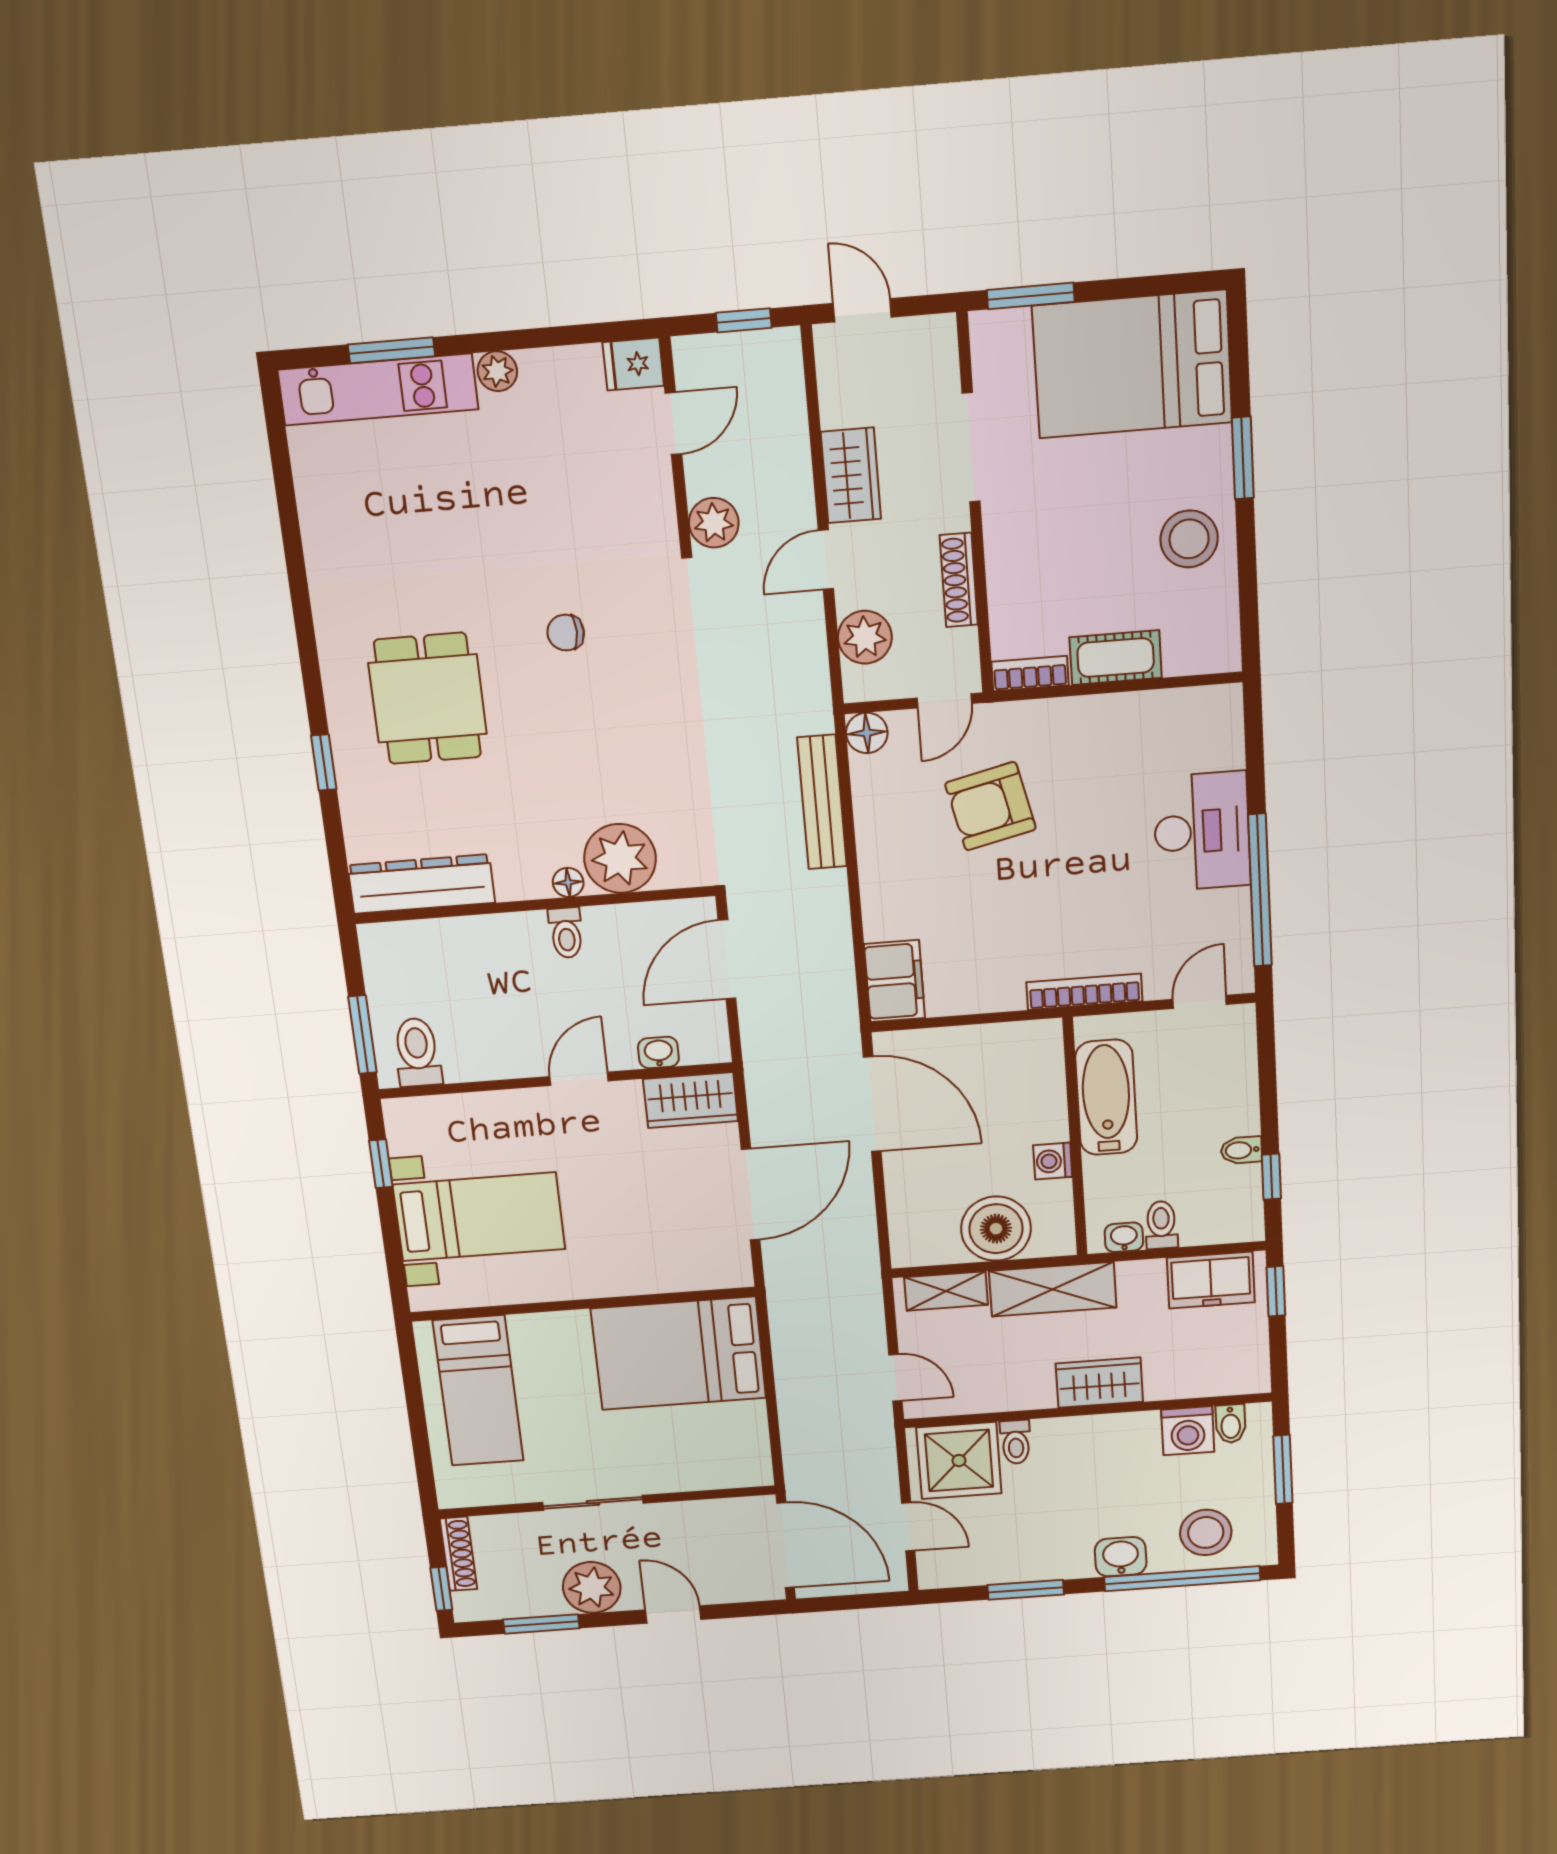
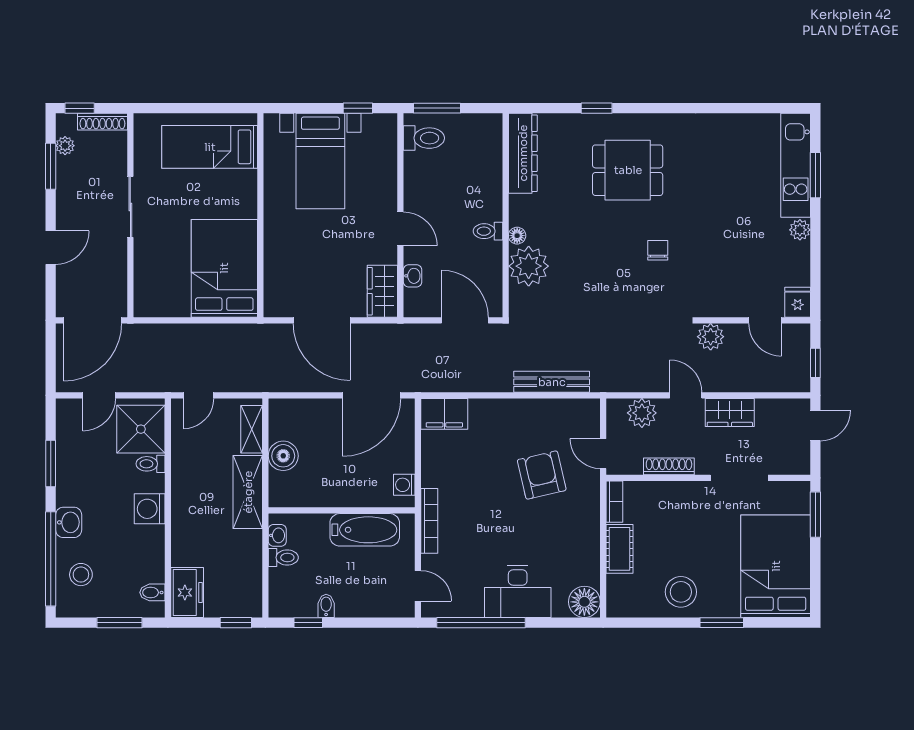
floor lamp: (867, 733) -> (584, 602), moved, width x1.38, depth x1.38
washing machine: (1053, 1161) -> (404, 485), moved, turned -90
boiler: (996, 1229) -> (283, 456), width x0.73, depth x0.73
freezer: (1211, 1280) -> (187, 593), moved, turned 180
wardrobe: (1099, 1383) -> (185, 516), removed
washing machine: (1188, 1431) -> (150, 509), moved
stool: (1206, 1532) -> (81, 575), width x0.73, depth x0.73
plant: (592, 1587) -> (65, 146), moved, width x0.53, depth x0.53

